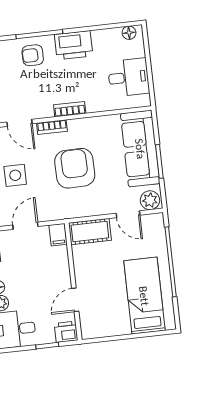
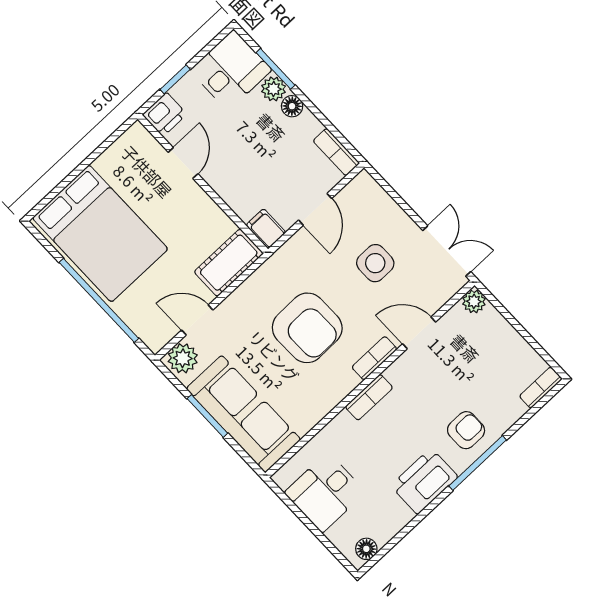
bed: (144, 296) -> (100, 233), width x1.50

